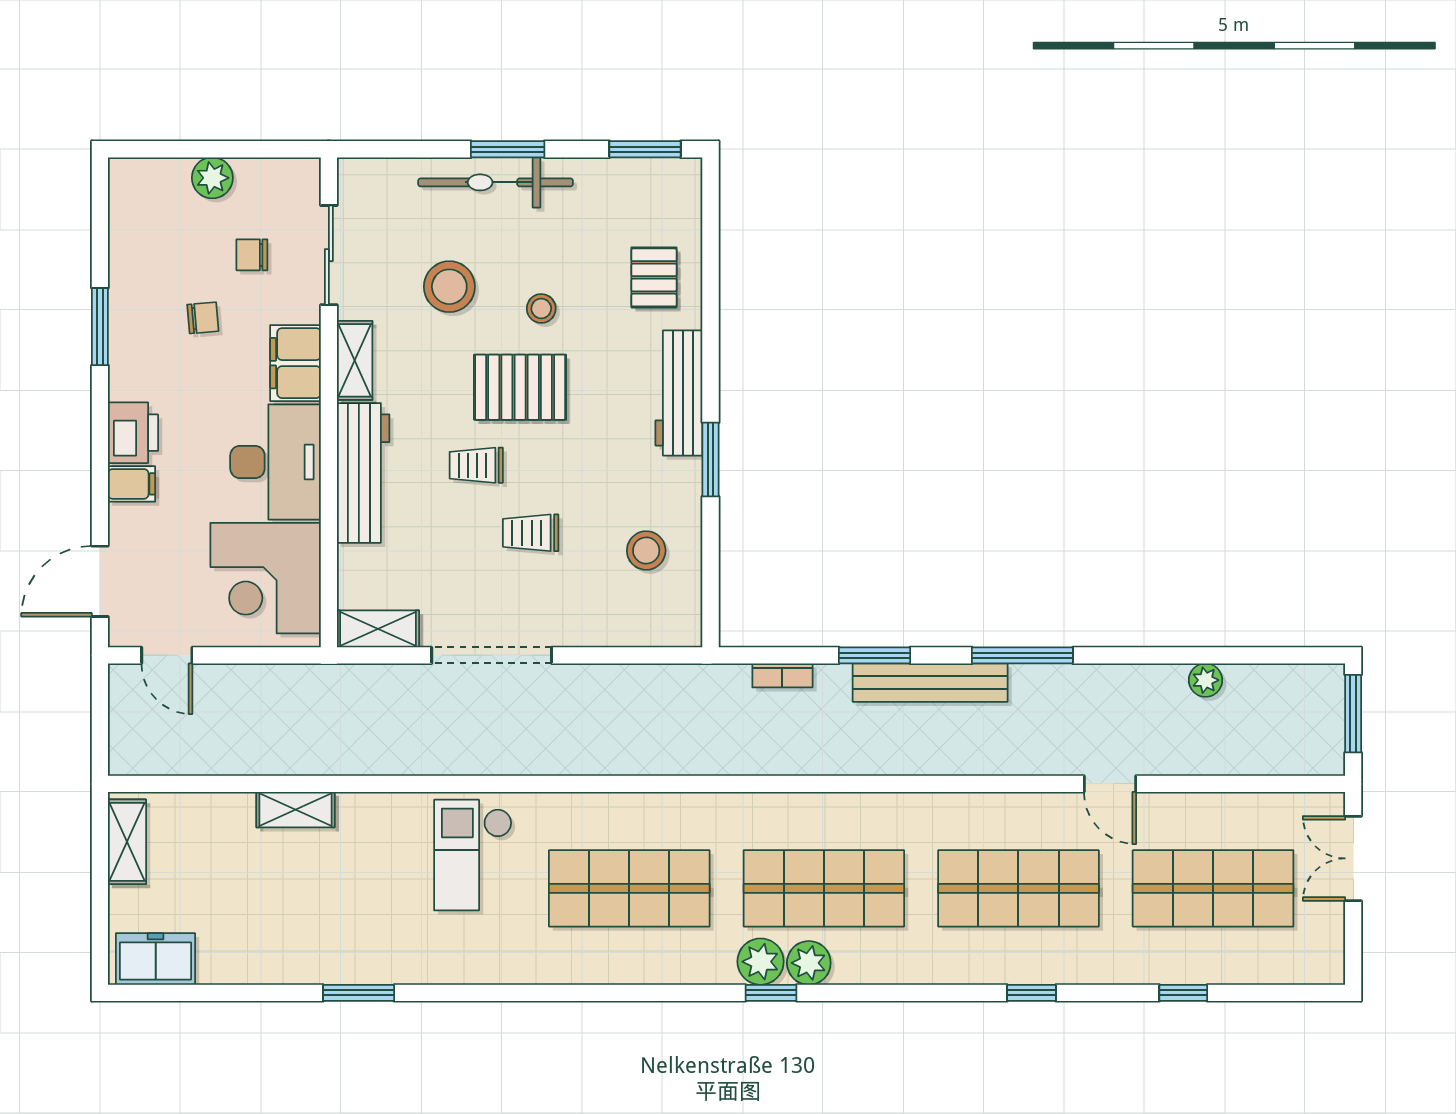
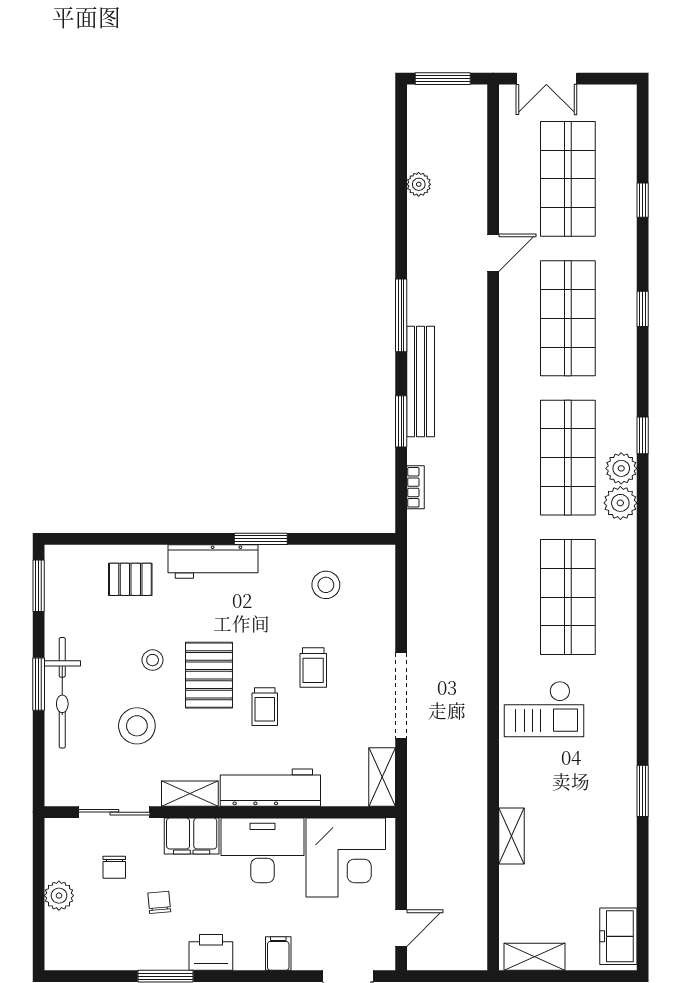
printer: (133, 433) -> (211, 952), moved
window: (771, 993) -> (643, 435), moved

